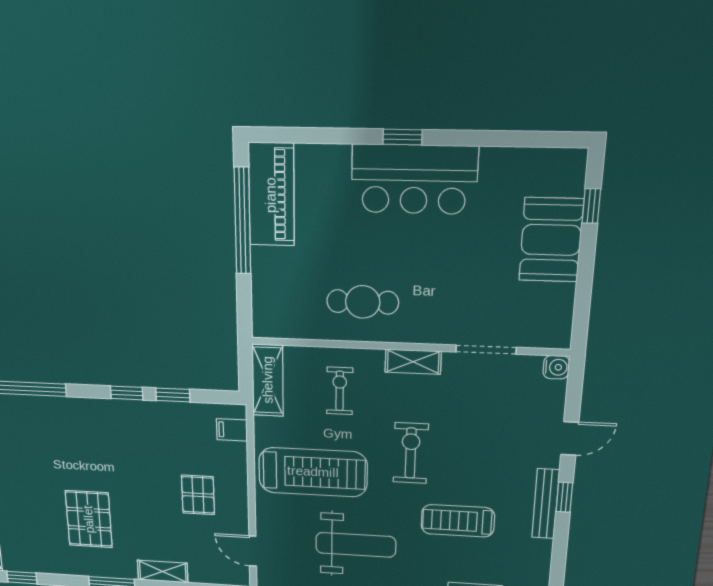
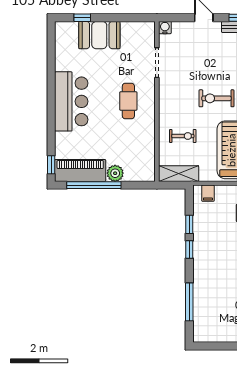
window: (403, 137) -> (51, 165), moved
plant: (267, 263) -> (115, 173), added
cafe table: (363, 302) -> (128, 101), moved
shelving: (413, 362) -> (165, 99), removed
exercise bike: (340, 391) -> (183, 136), turned 180

